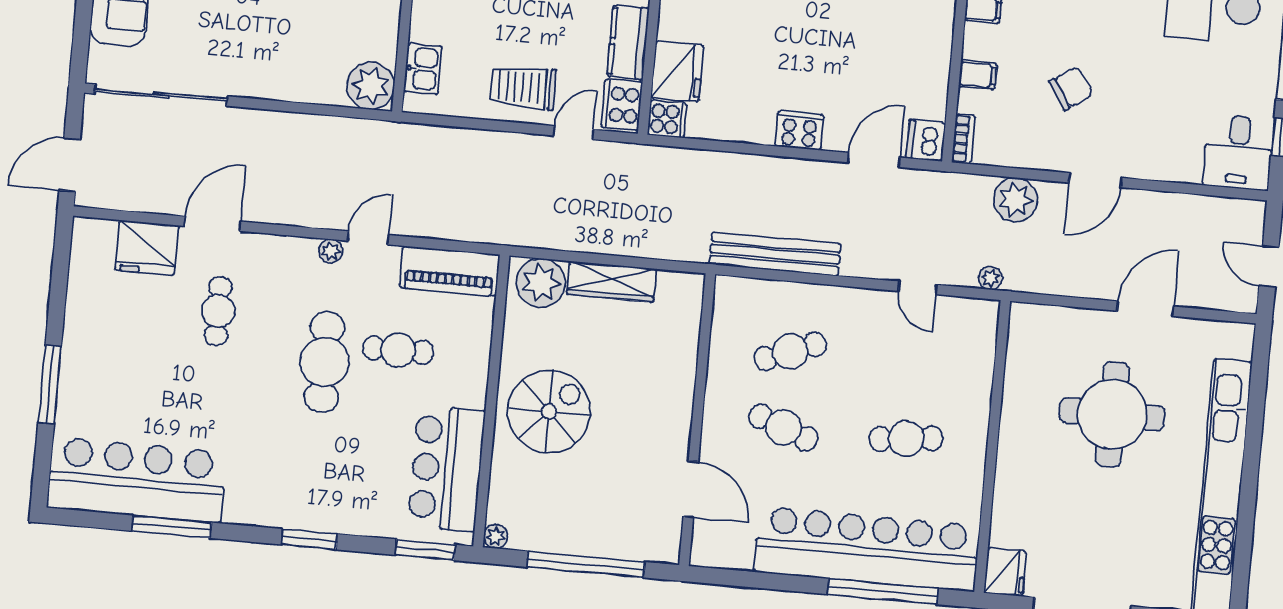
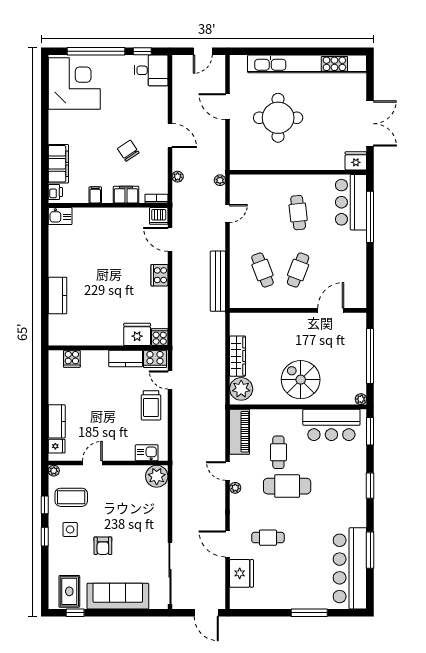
filing cabinet: (978, 75) -> (126, 195), width x2.00
plant: (1015, 200) -> (178, 177), width x0.53, depth x0.53
bar counter: (867, 549) -> (351, 202), width x0.54

